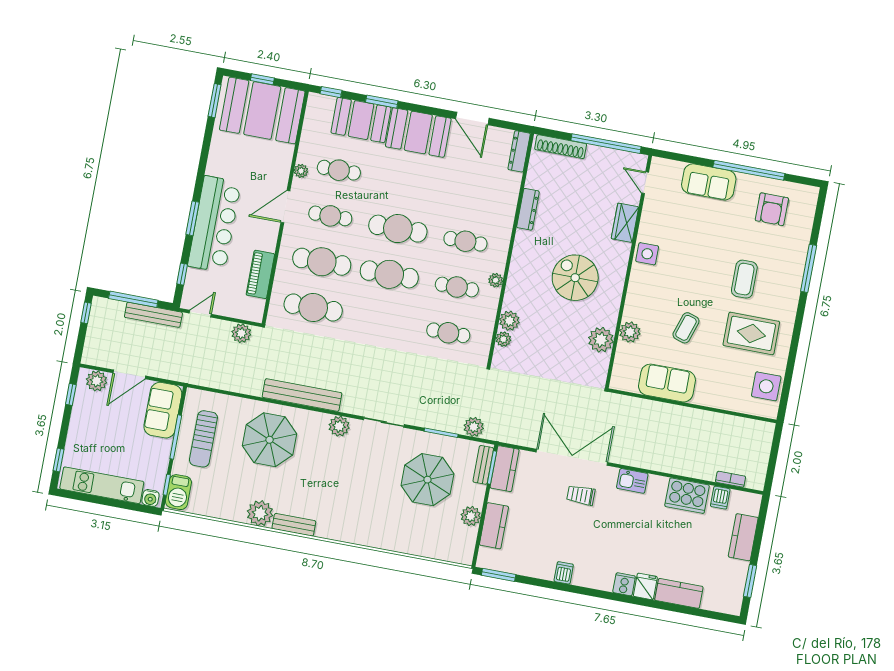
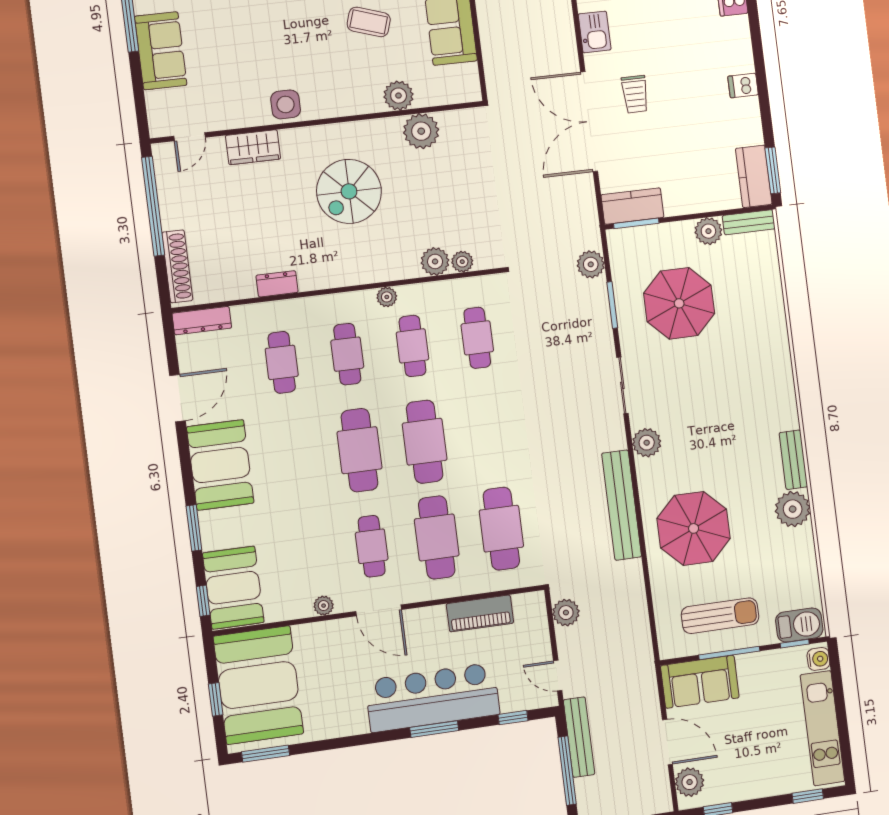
booth: (361, 120) -> (233, 588), moved
cafe table: (339, 170) -> (282, 362), moved
dresser: (528, 209) -> (277, 284), width x0.70
bench: (483, 465) -> (749, 222), moved
kitchen counter: (494, 526) -> (754, 176), moved, turned -90

